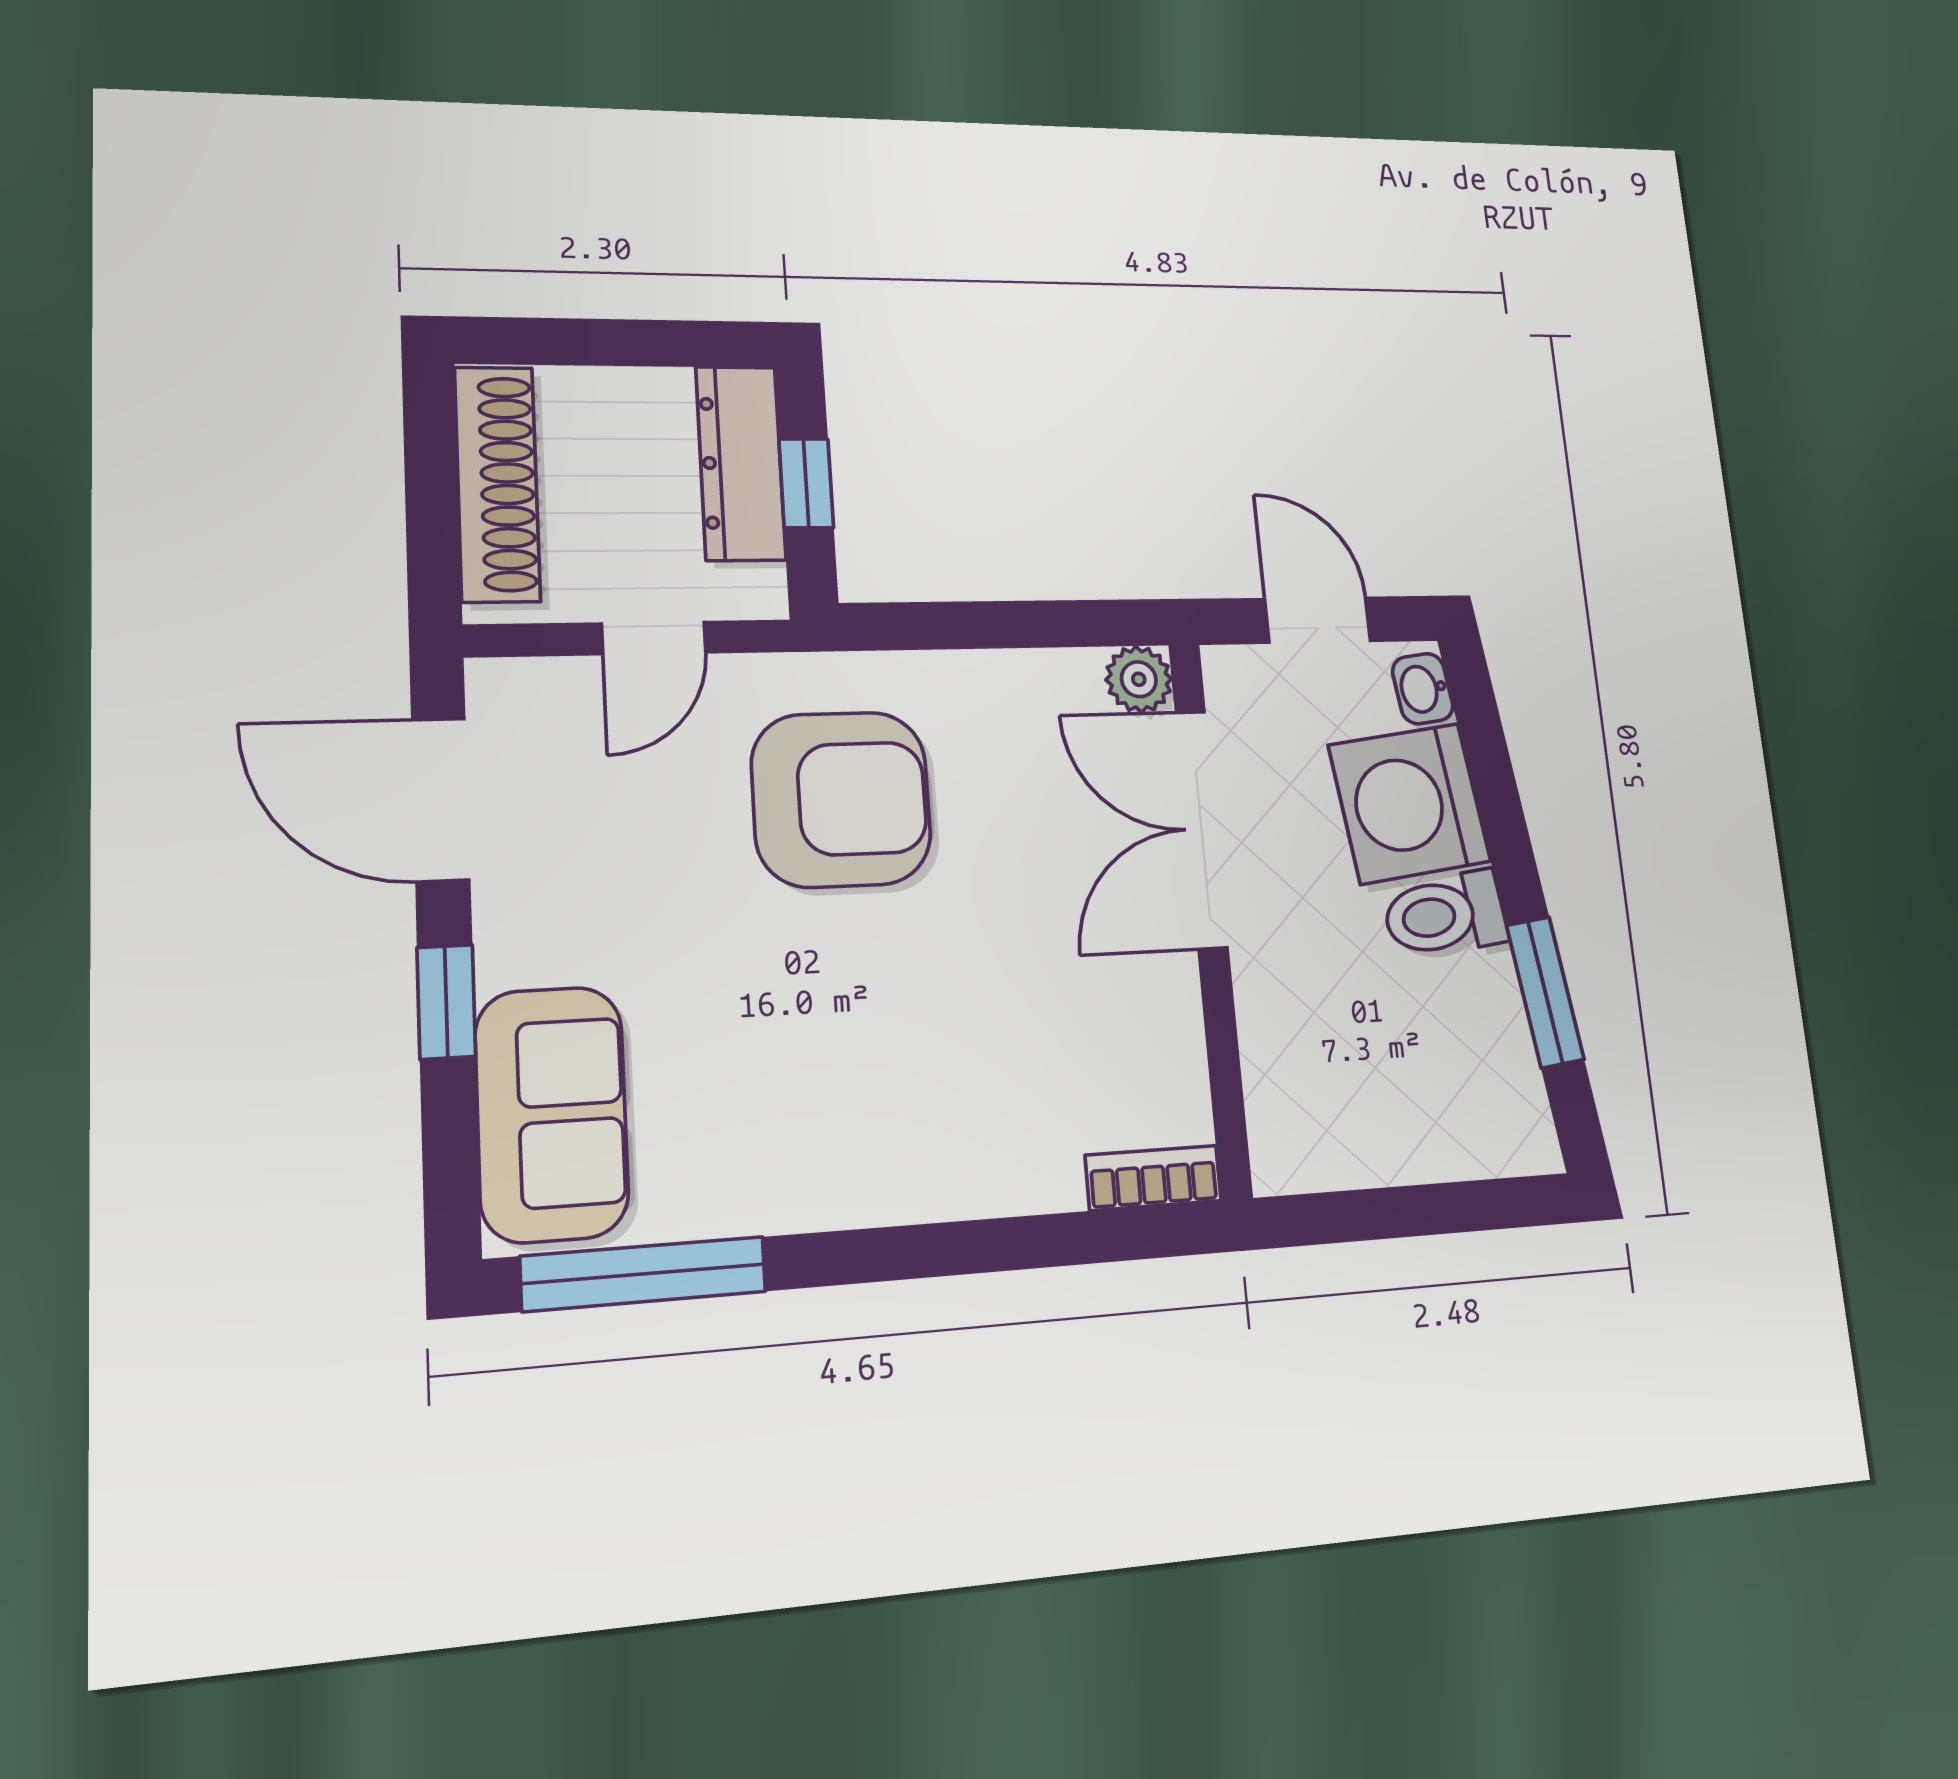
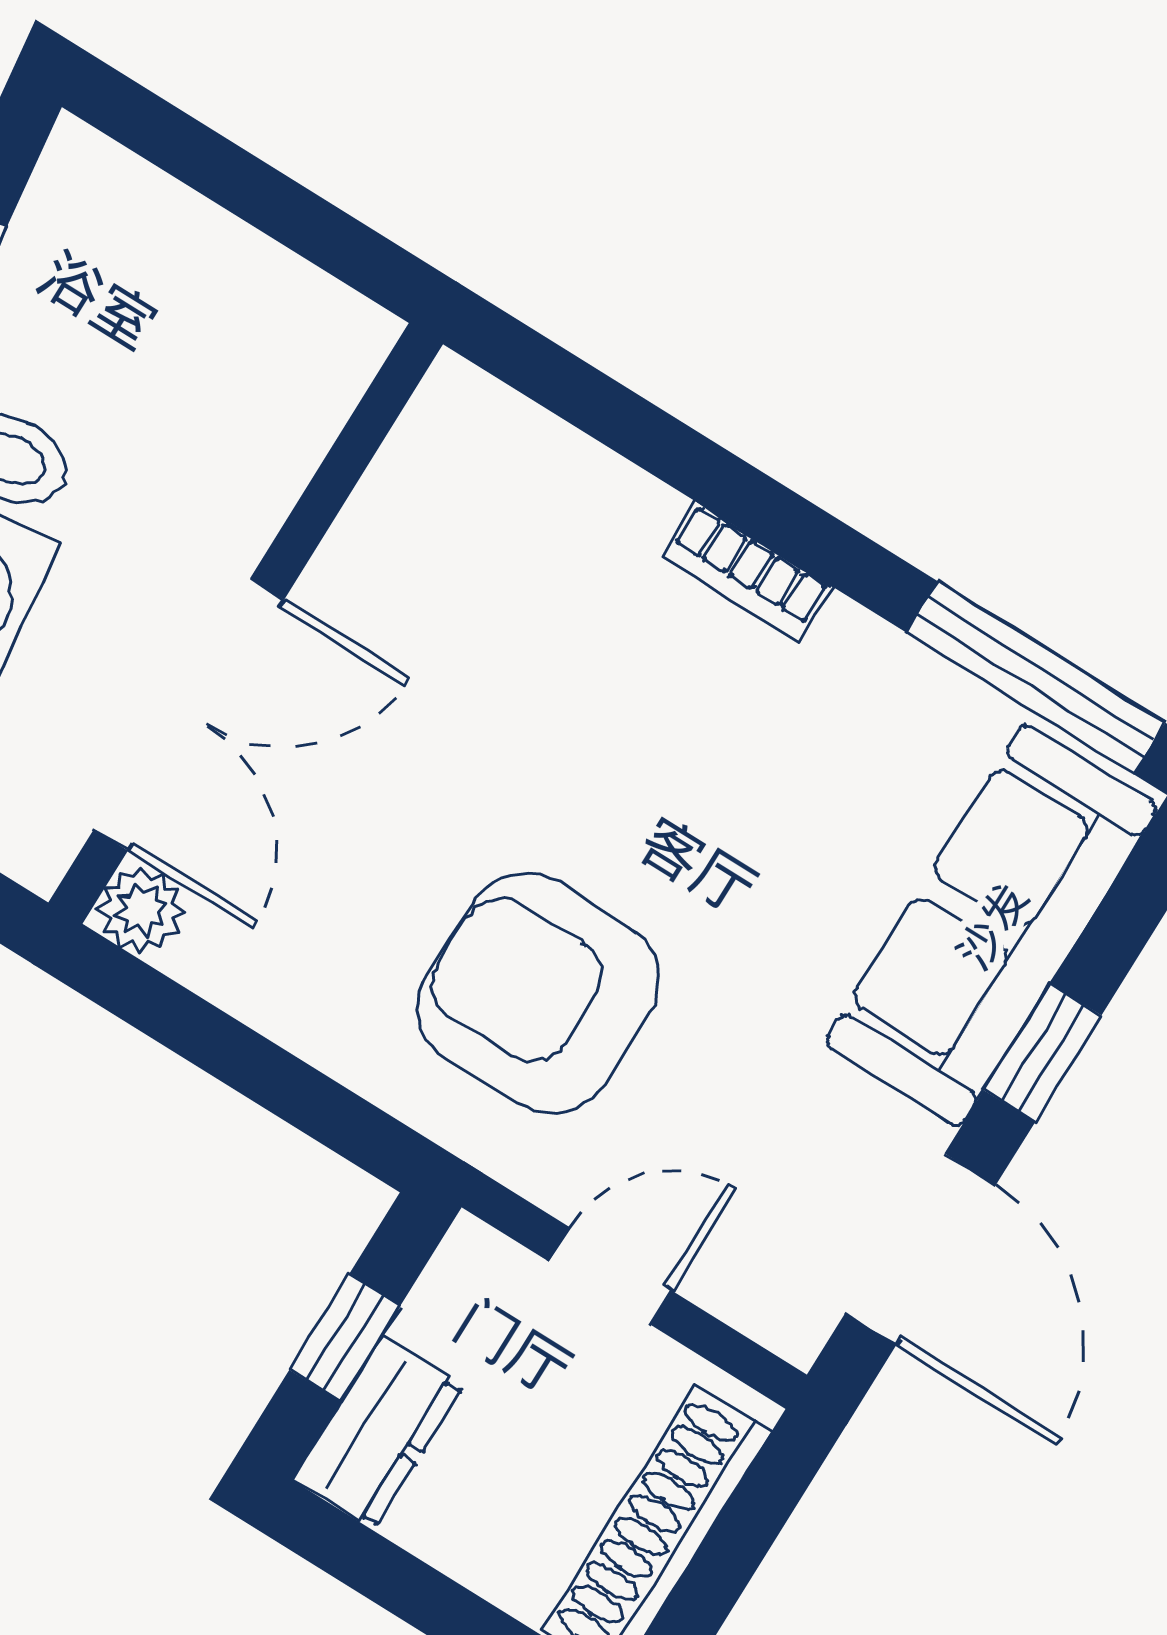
dresser: (741, 463) -> (378, 1433), width x0.70
sofa: (552, 1114) -> (992, 925), width x1.36
bookcase: (1153, 1178) -> (747, 572), moved

